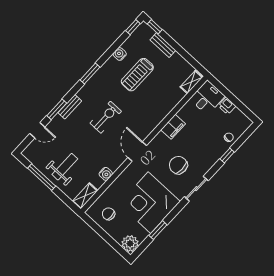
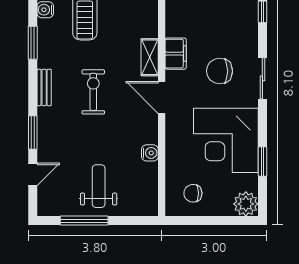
window: (90, 74) -> (33, 43), moved
bench: (70, 107) -> (44, 87), moved
filing cabinet: (173, 127) -> (176, 54), moved
shelving: (85, 196) -> (150, 57), moved

